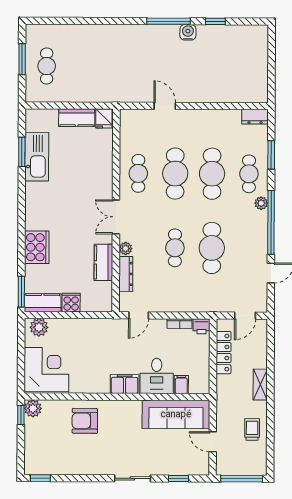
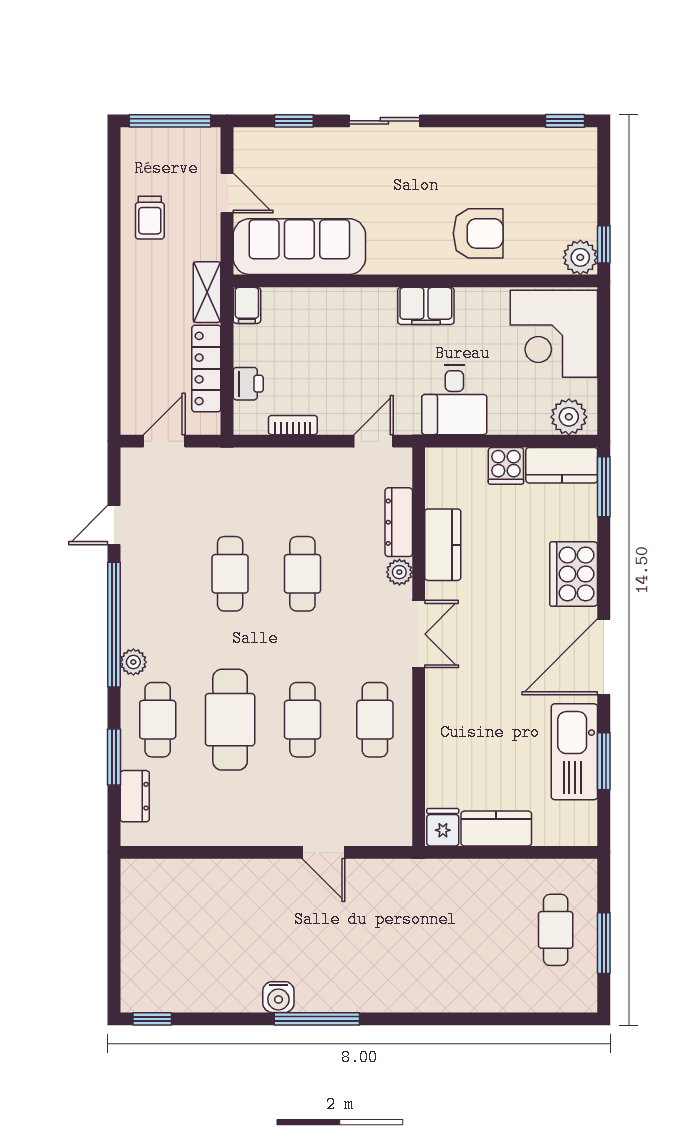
window: (215, 21) -> (152, 1019), moved
dresser: (255, 117) -> (135, 796), moved, turned 90
cafe table: (175, 174) -> (302, 720), width x0.73, depth x0.74
door: (22, 205) -> (604, 657), added
cafe table: (212, 248) -> (230, 574), width x0.73, depth x0.74
printer: (202, 326) -> (248, 384), moved, turned 90
desk: (157, 376) -> (454, 400), moved, turned 180
filing cabinet: (125, 384) -> (426, 306), moved
filing cabinet: (181, 385) -> (247, 305), moved
shelving: (260, 385) -> (207, 292), moved

